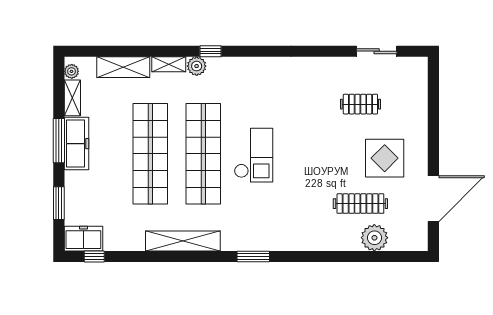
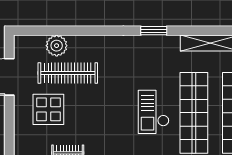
clothes rail: (360, 204) -> (68, 73), width x1.37, depth x1.31

